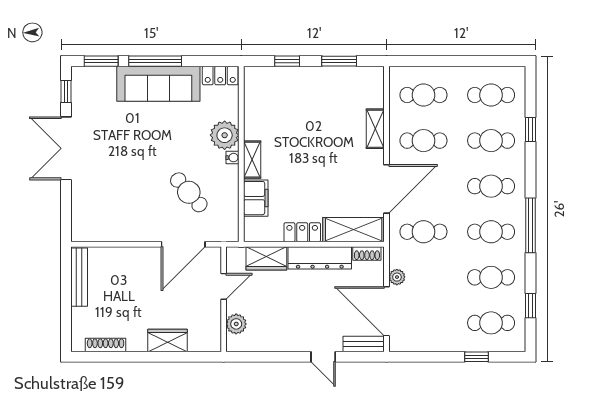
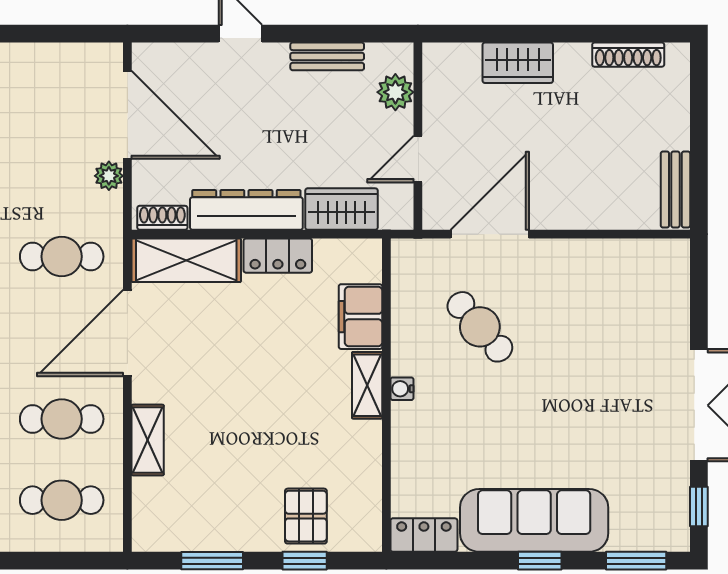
window: (155, 61) -> (540, 561), width x0.46
pallet: (286, 86) -> (306, 516), added
plant: (225, 135) -> (416, 429), removed
bench: (79, 277) -> (675, 190), width x0.73
bench: (364, 344) -> (327, 56), moved

